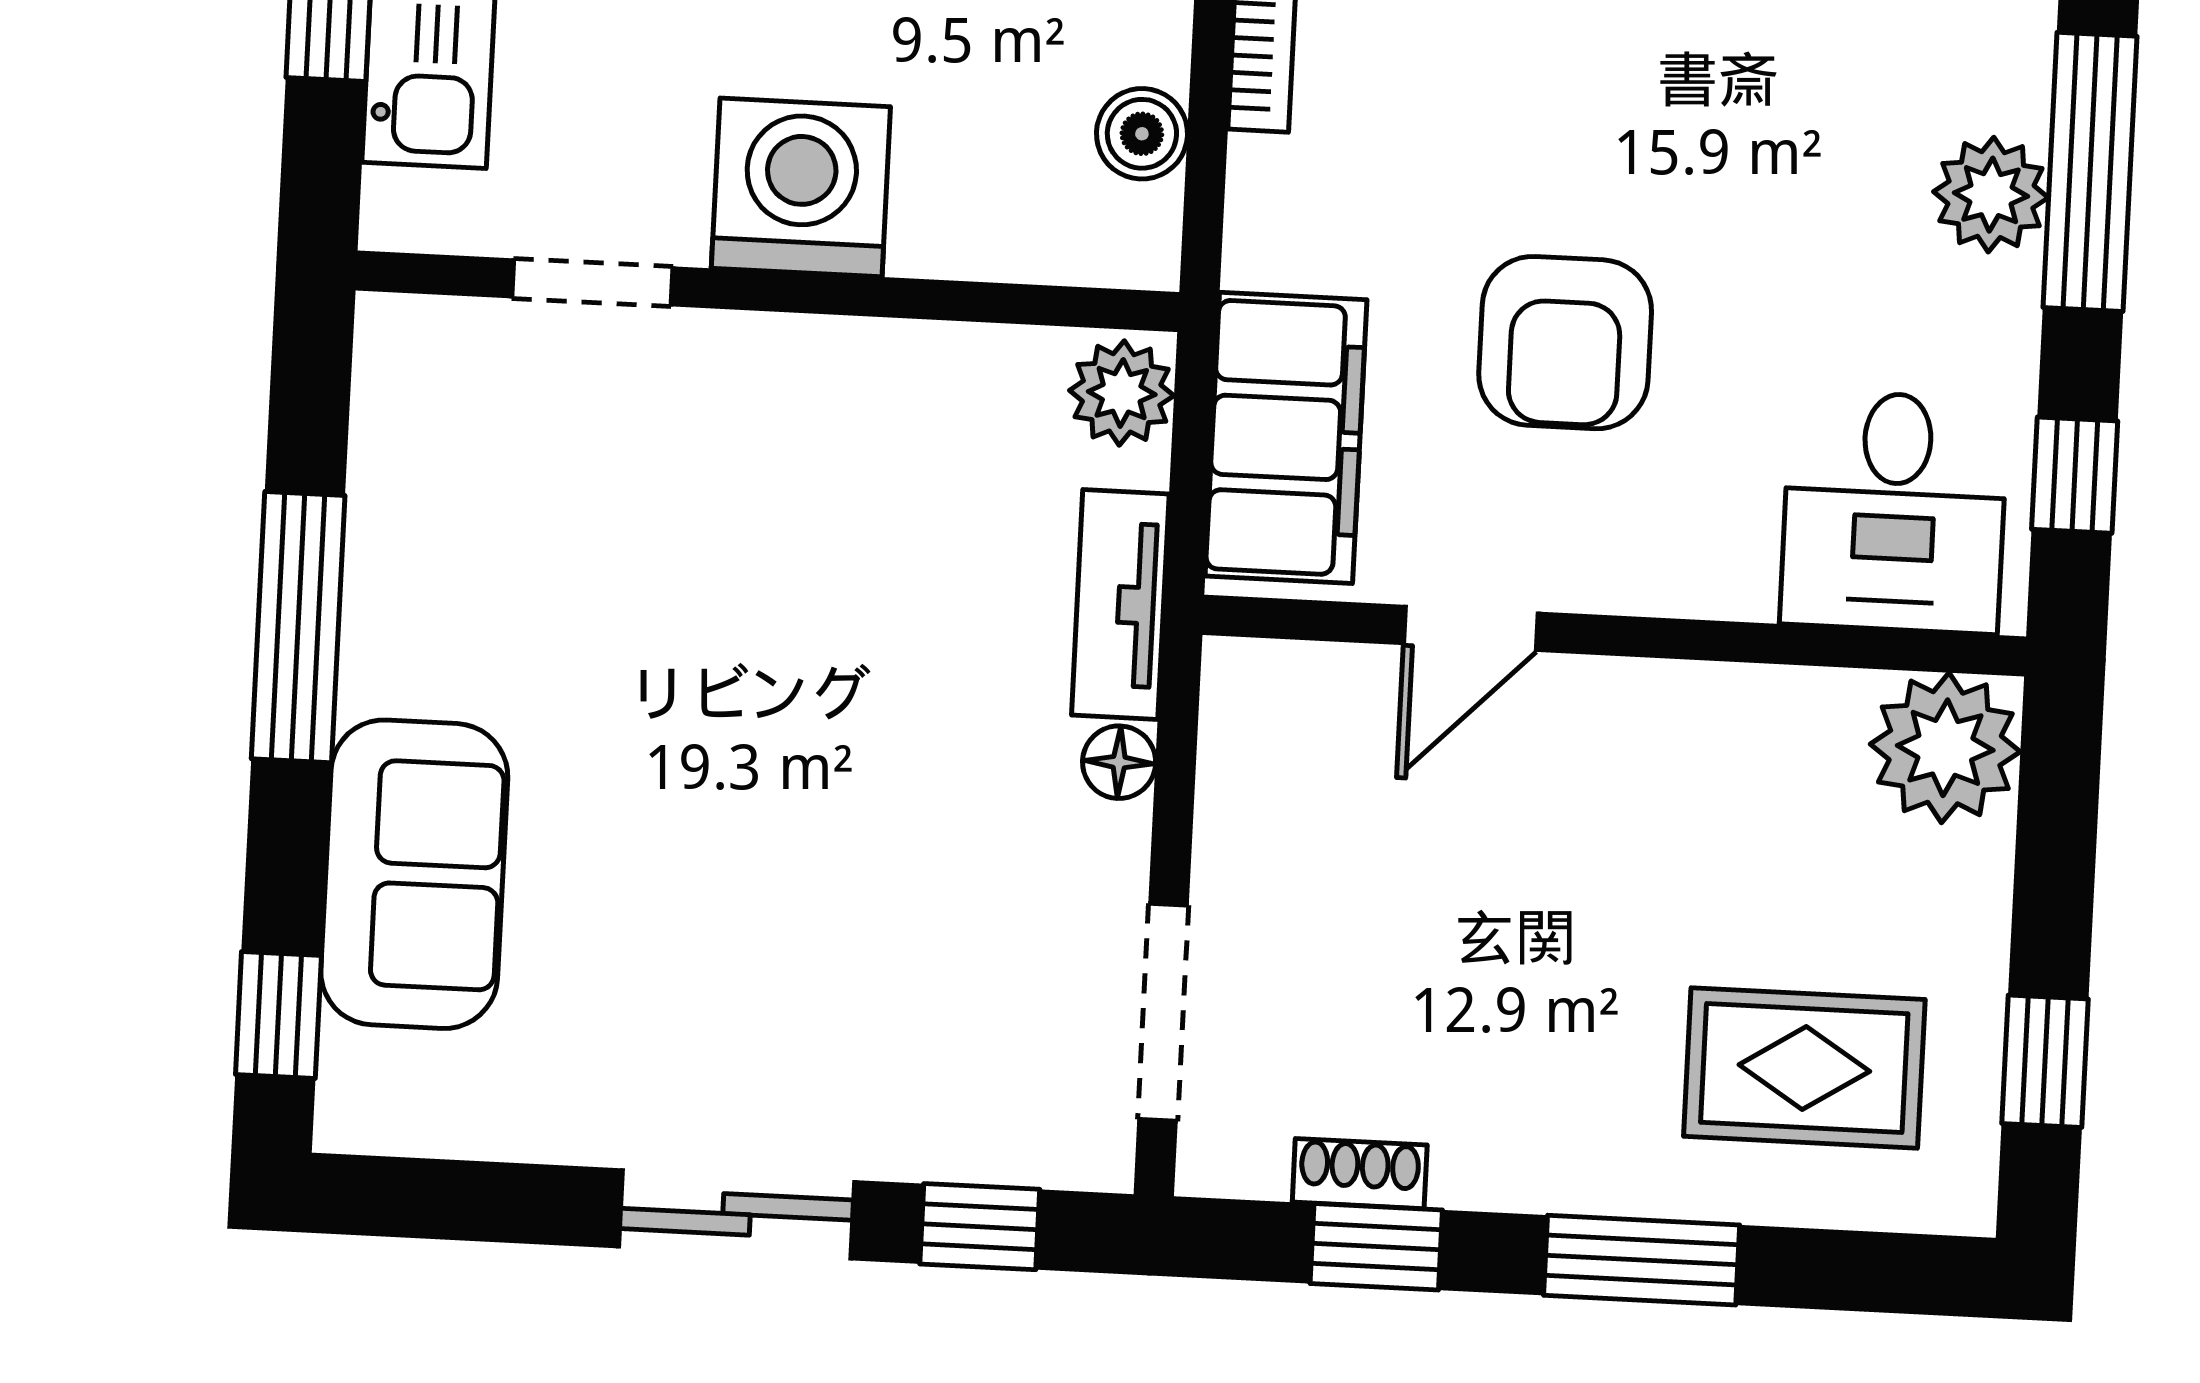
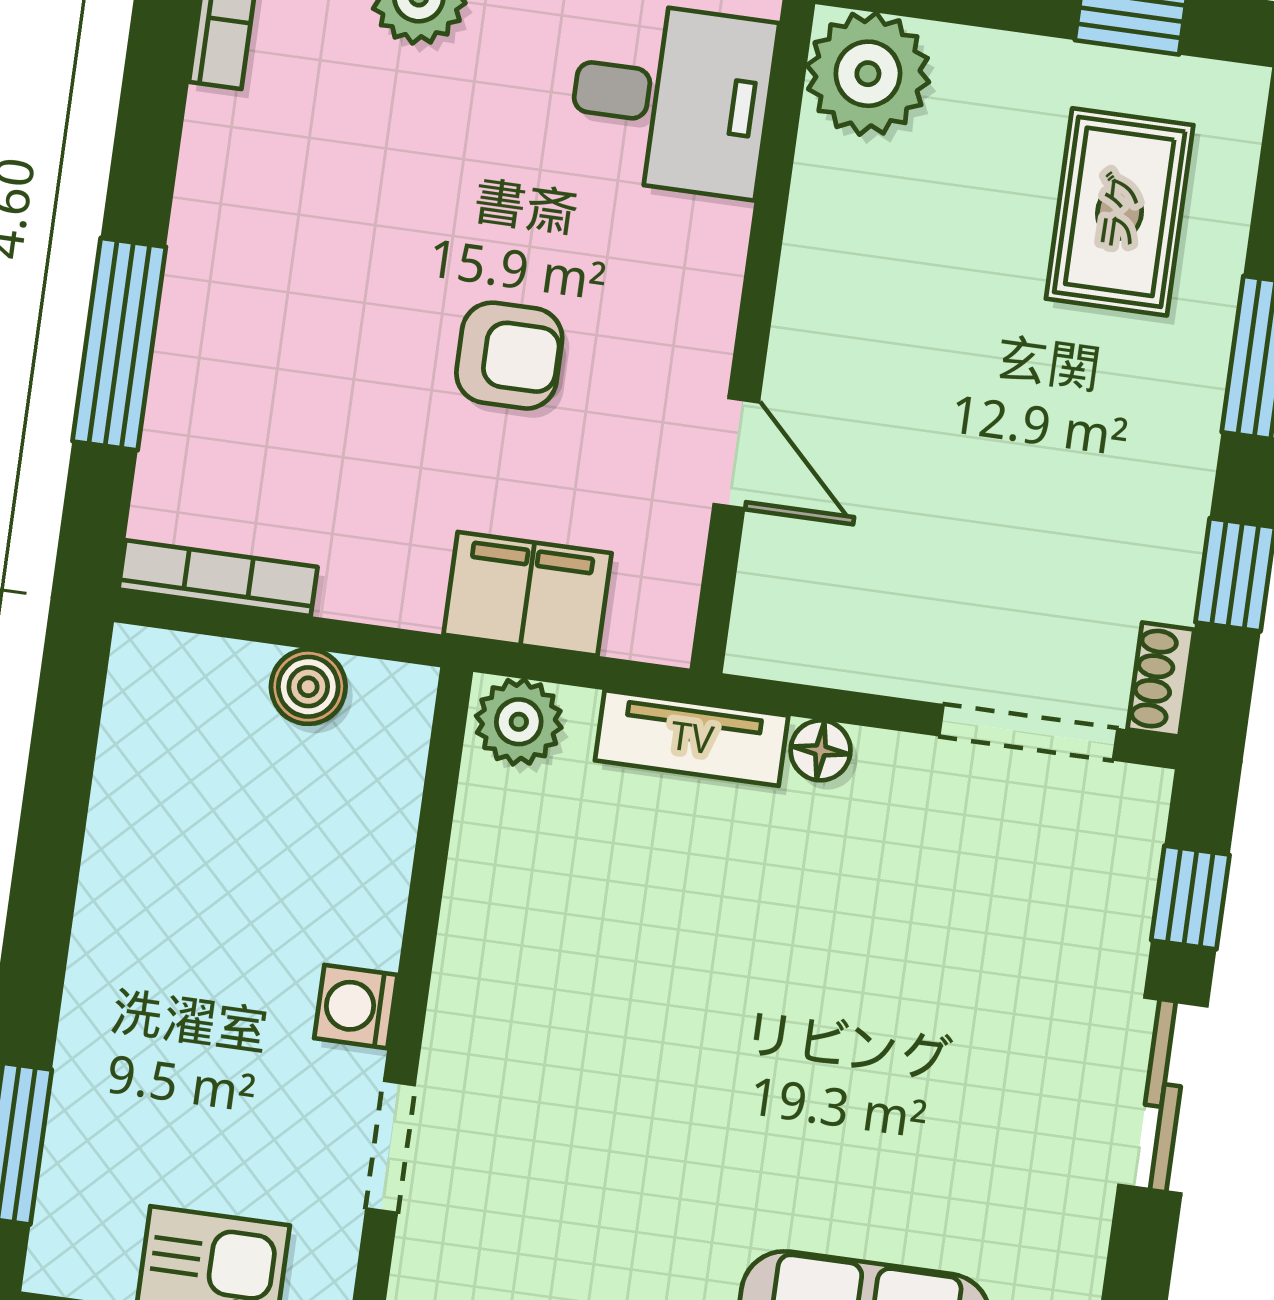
washing machine: (801, 187) -> (356, 1007), width x0.53, depth x0.53
armchair: (1565, 343) -> (509, 356), width x0.72, depth x0.72
filing cabinet: (1286, 438) -> (528, 594), width x0.67, depth x0.86
shoe rack: (1360, 1174) -> (1161, 679), moved

